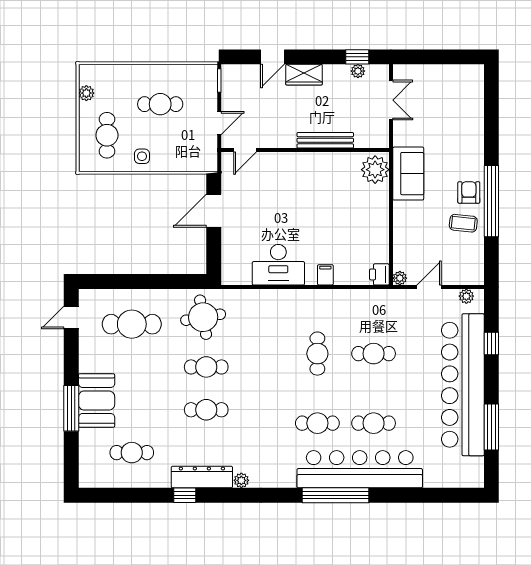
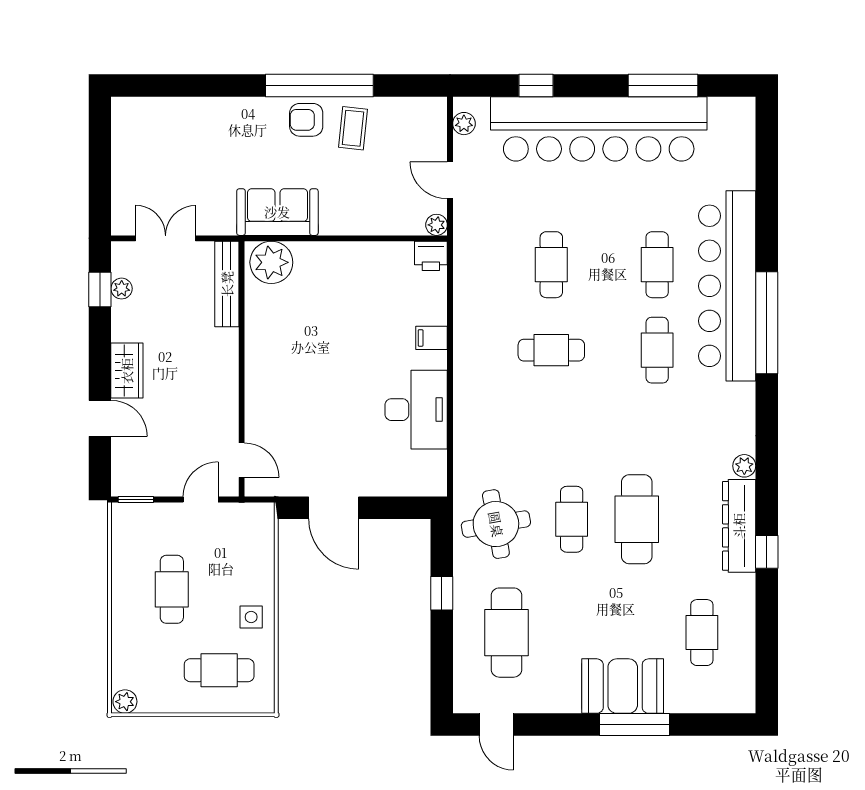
plant: (86, 93) -> (125, 702), moved
door: (219, 123) -> (201, 499), hinge flipped
bench: (325, 140) -> (227, 284), moved
window: (158, 282) -> (442, 593), added
cafe table: (206, 410) -> (637, 519), width x1.37, depth x1.35

